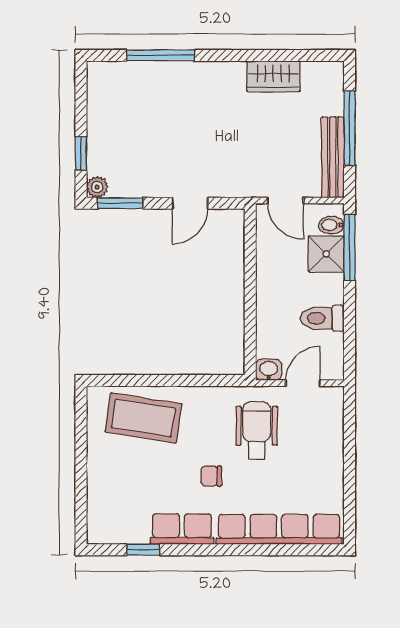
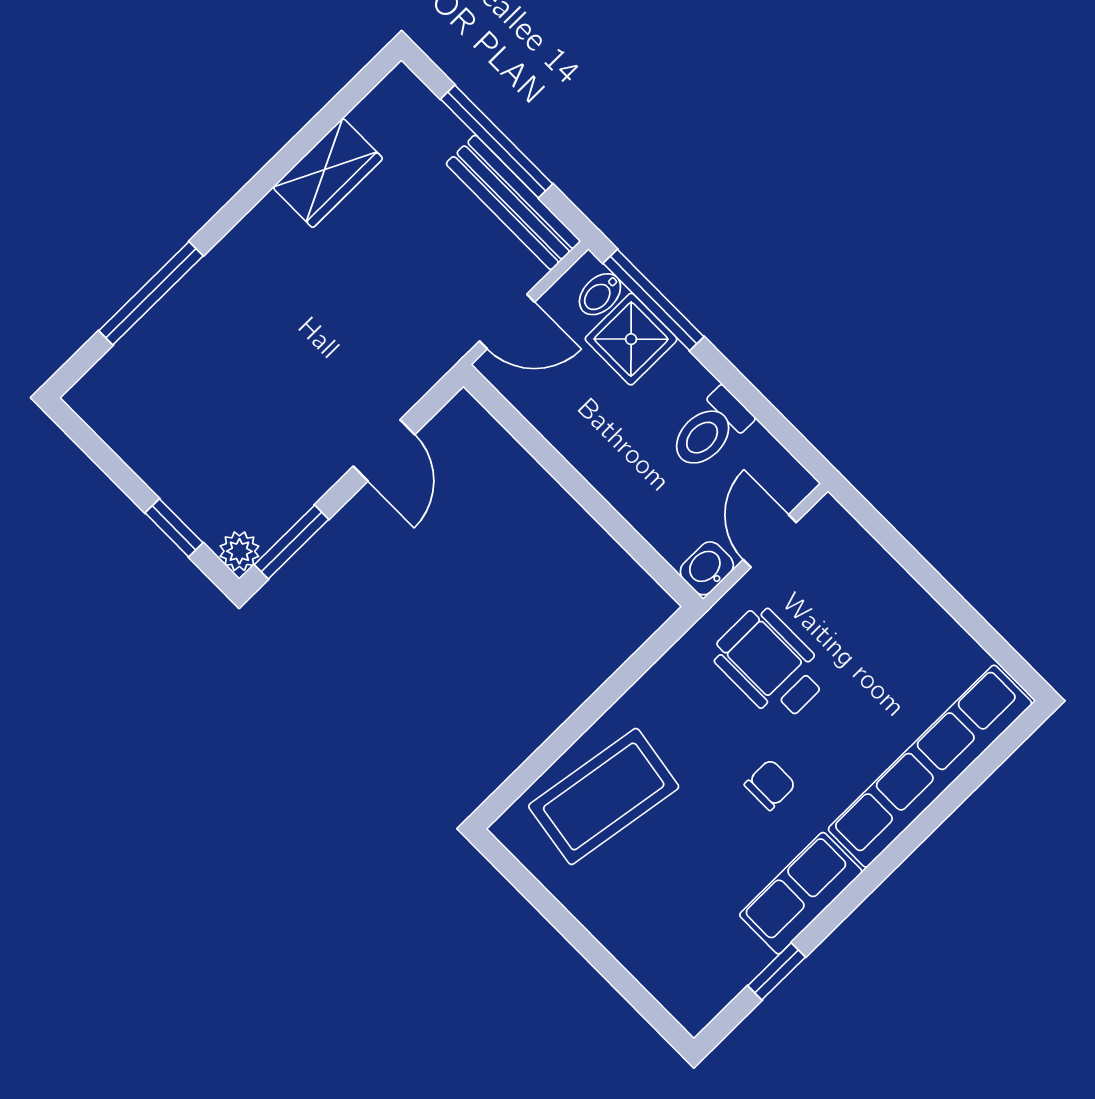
chair: (211, 476) -> (770, 785), turned 180

